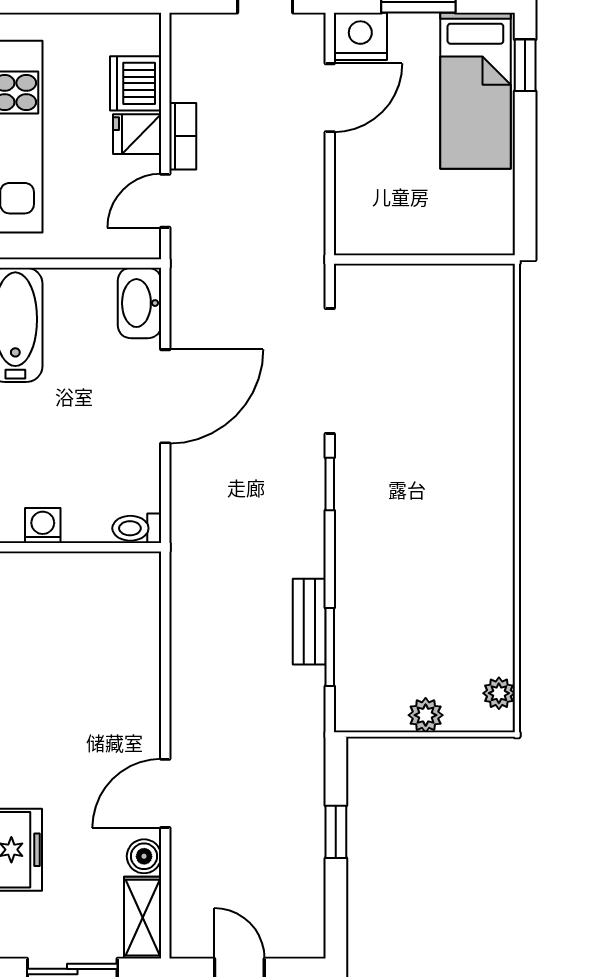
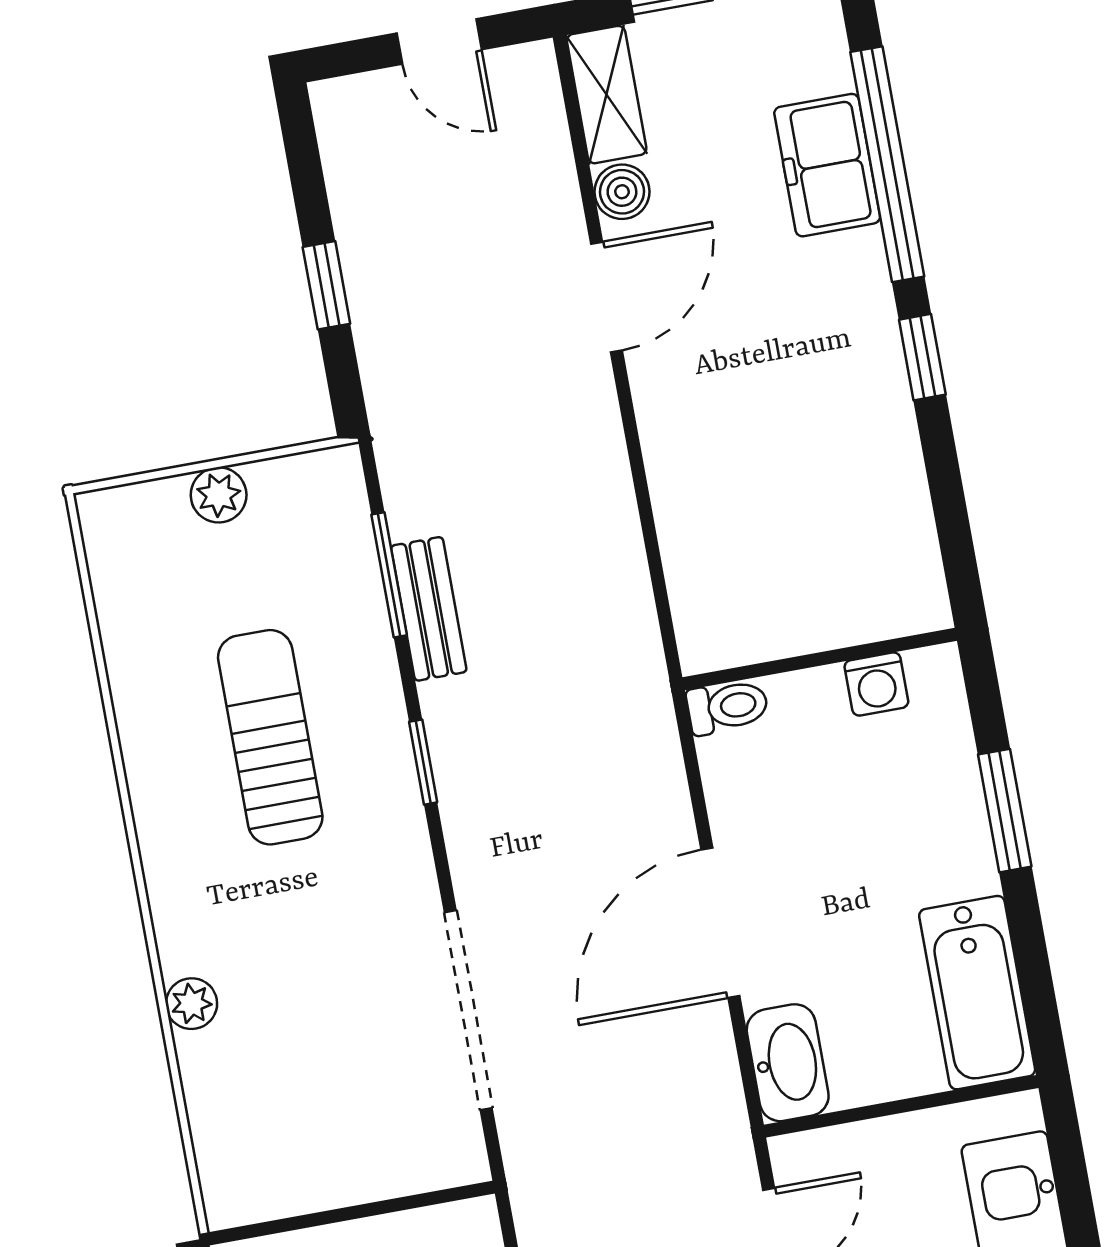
window: (330, 484) -> (423, 762), moved
sun lounger: (421, 561) -> (270, 737), added
plant: (499, 693) -> (192, 1004), moved

